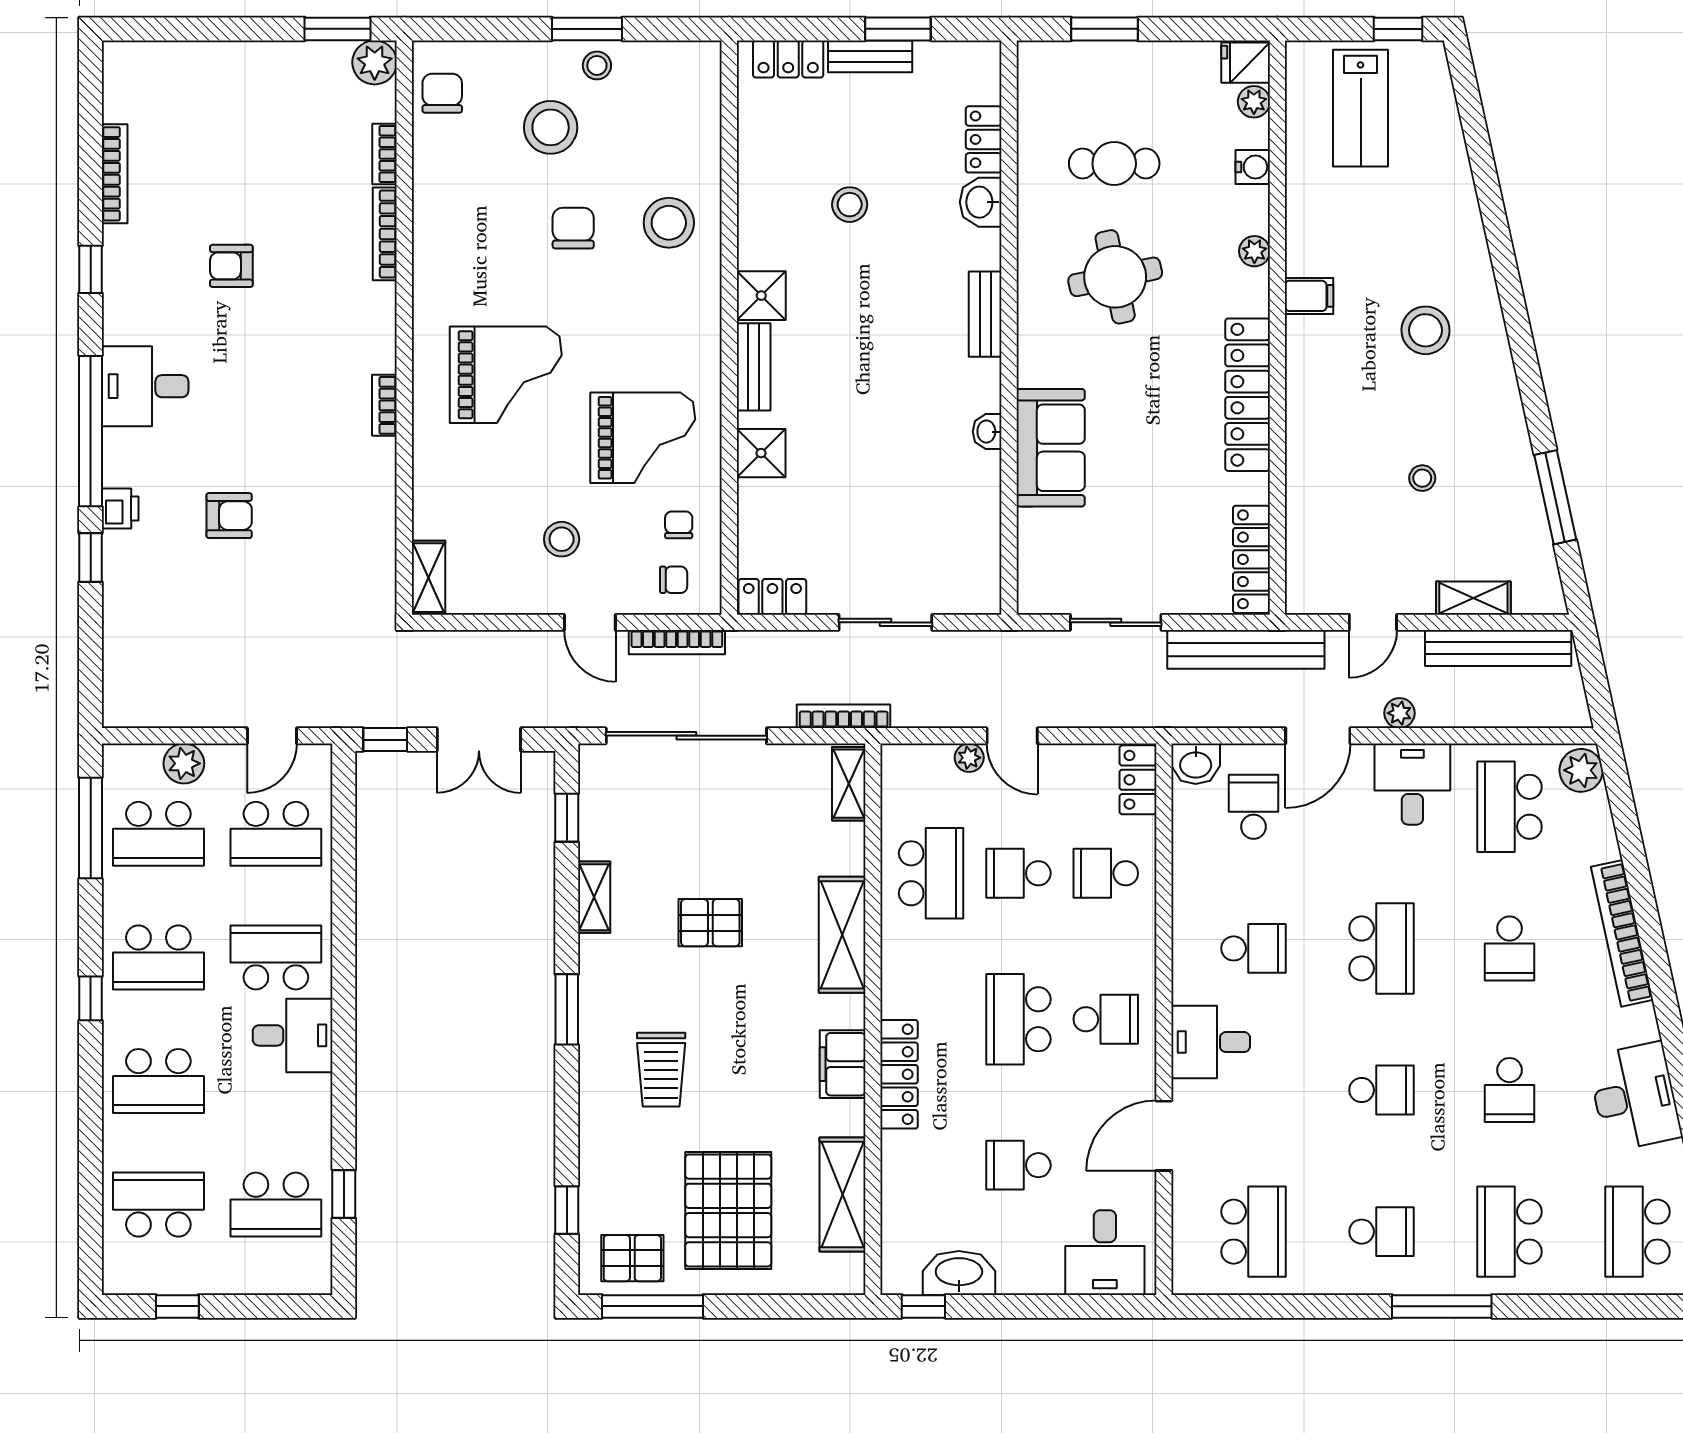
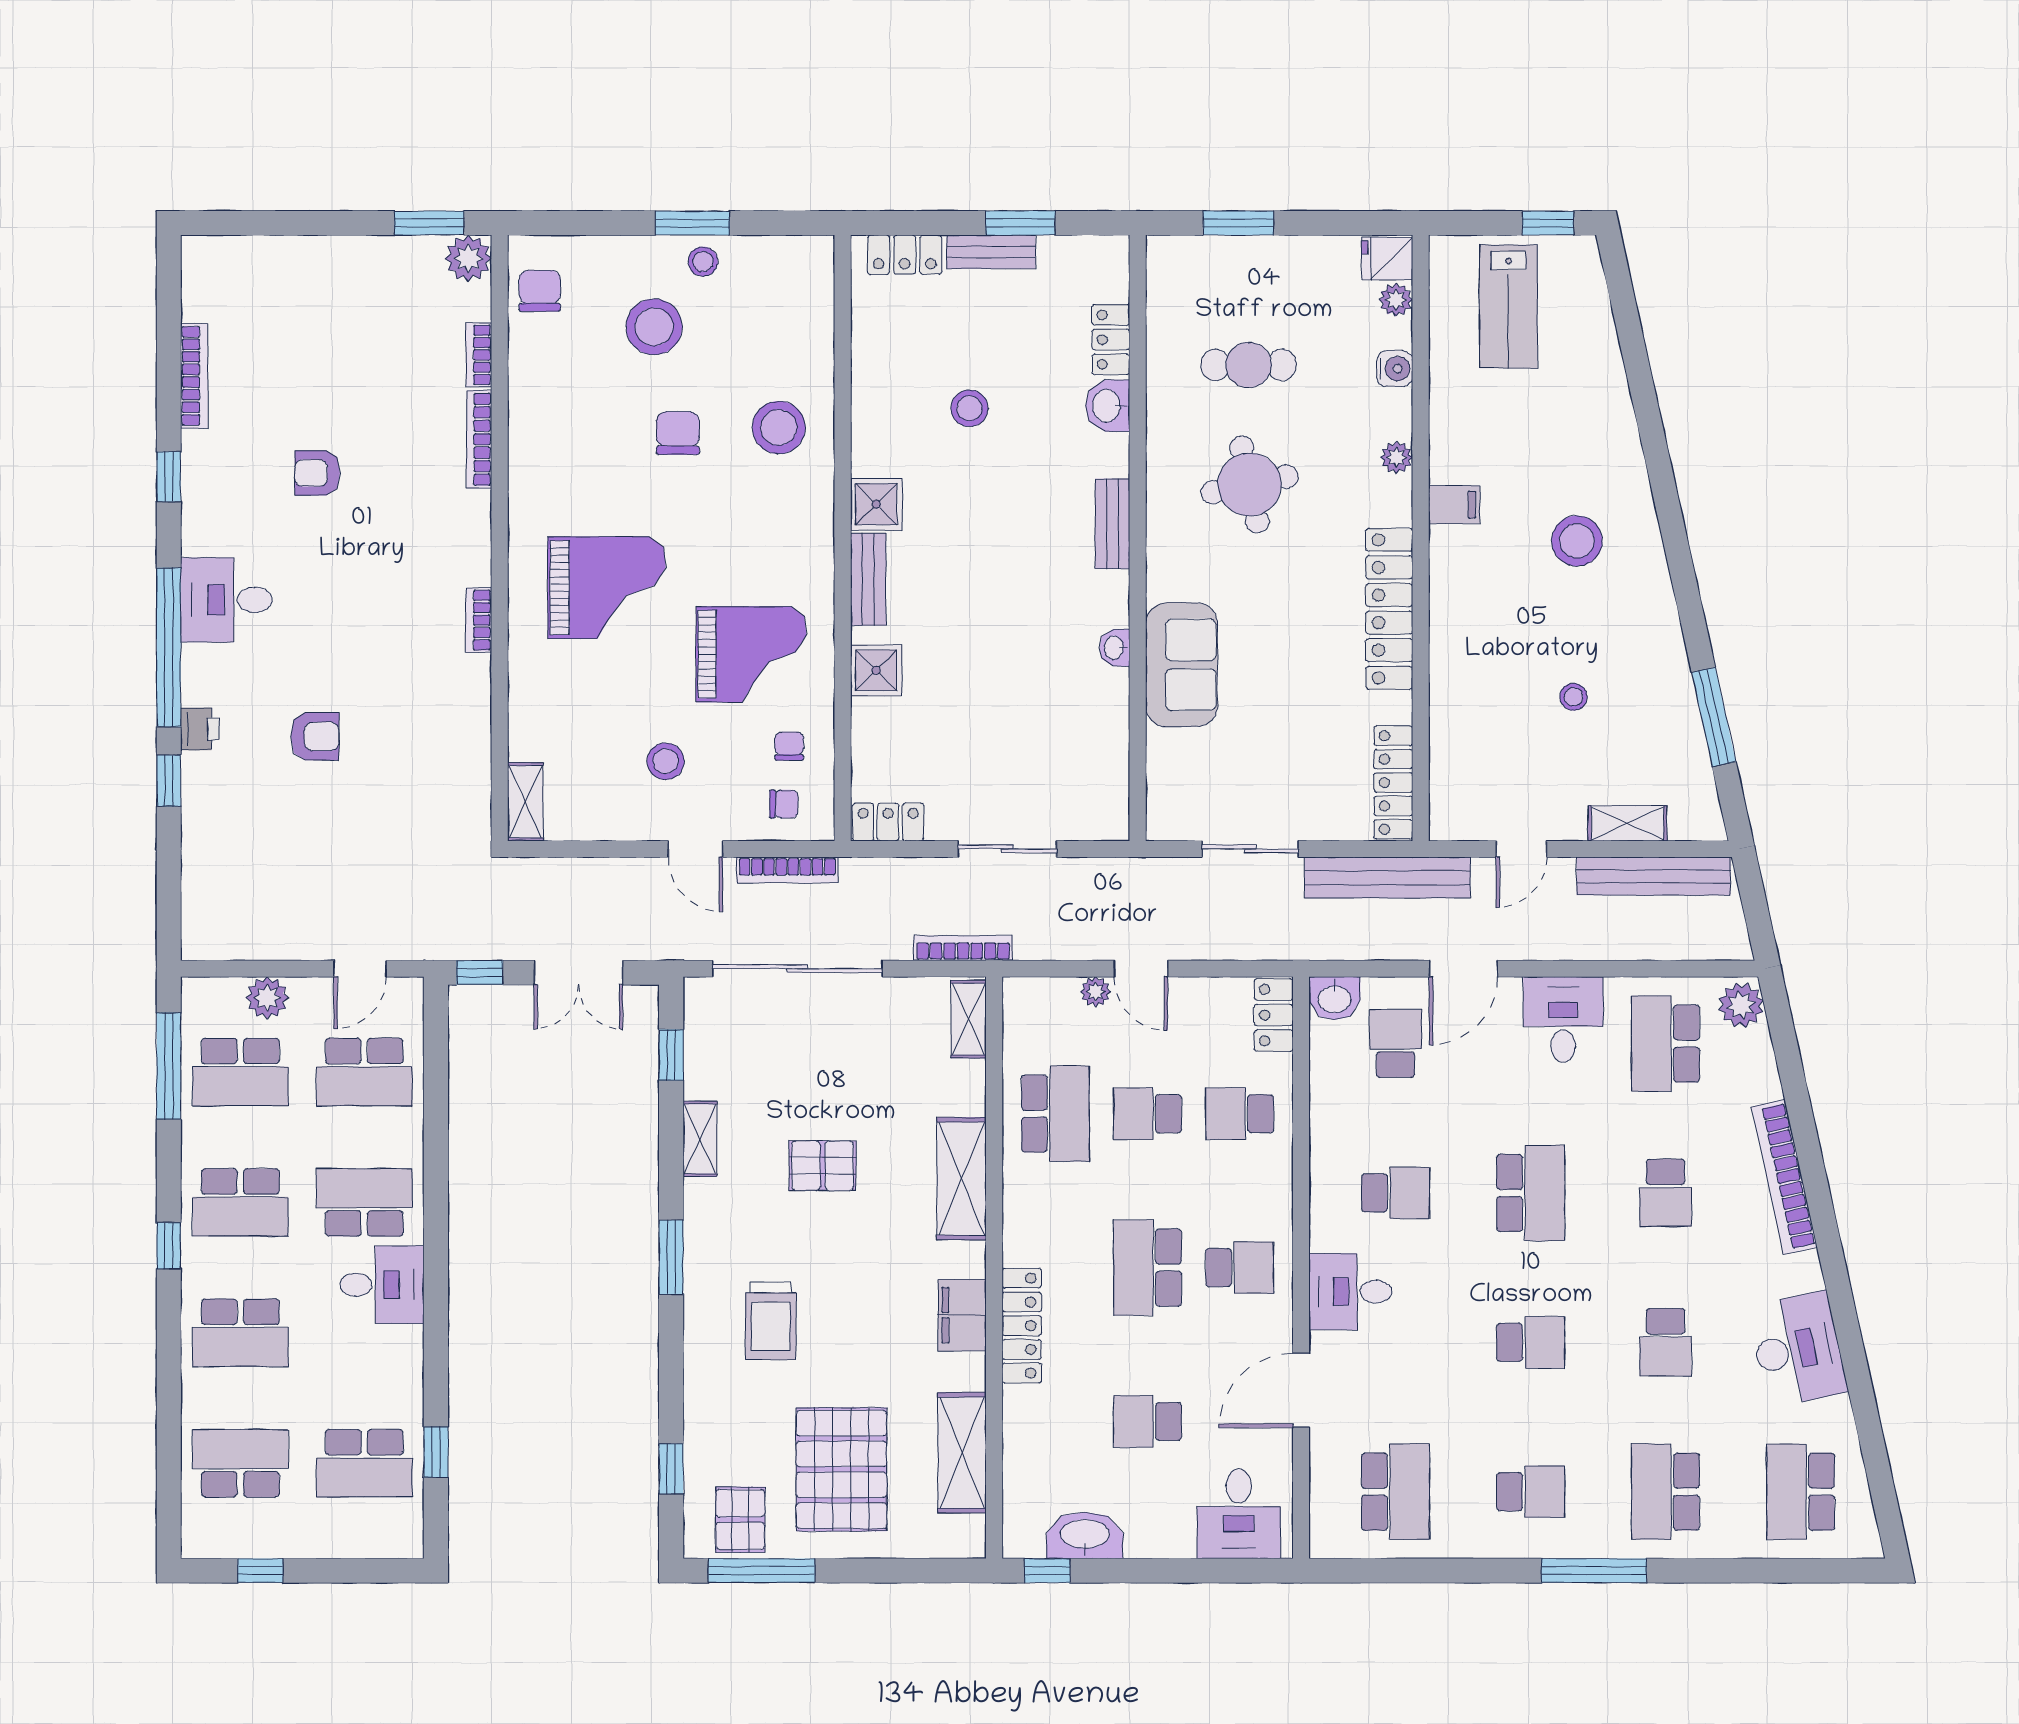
plant: (1399, 713) -> (1550, 945), removed
pallet: (632, 1258) -> (740, 1520), turned 90

